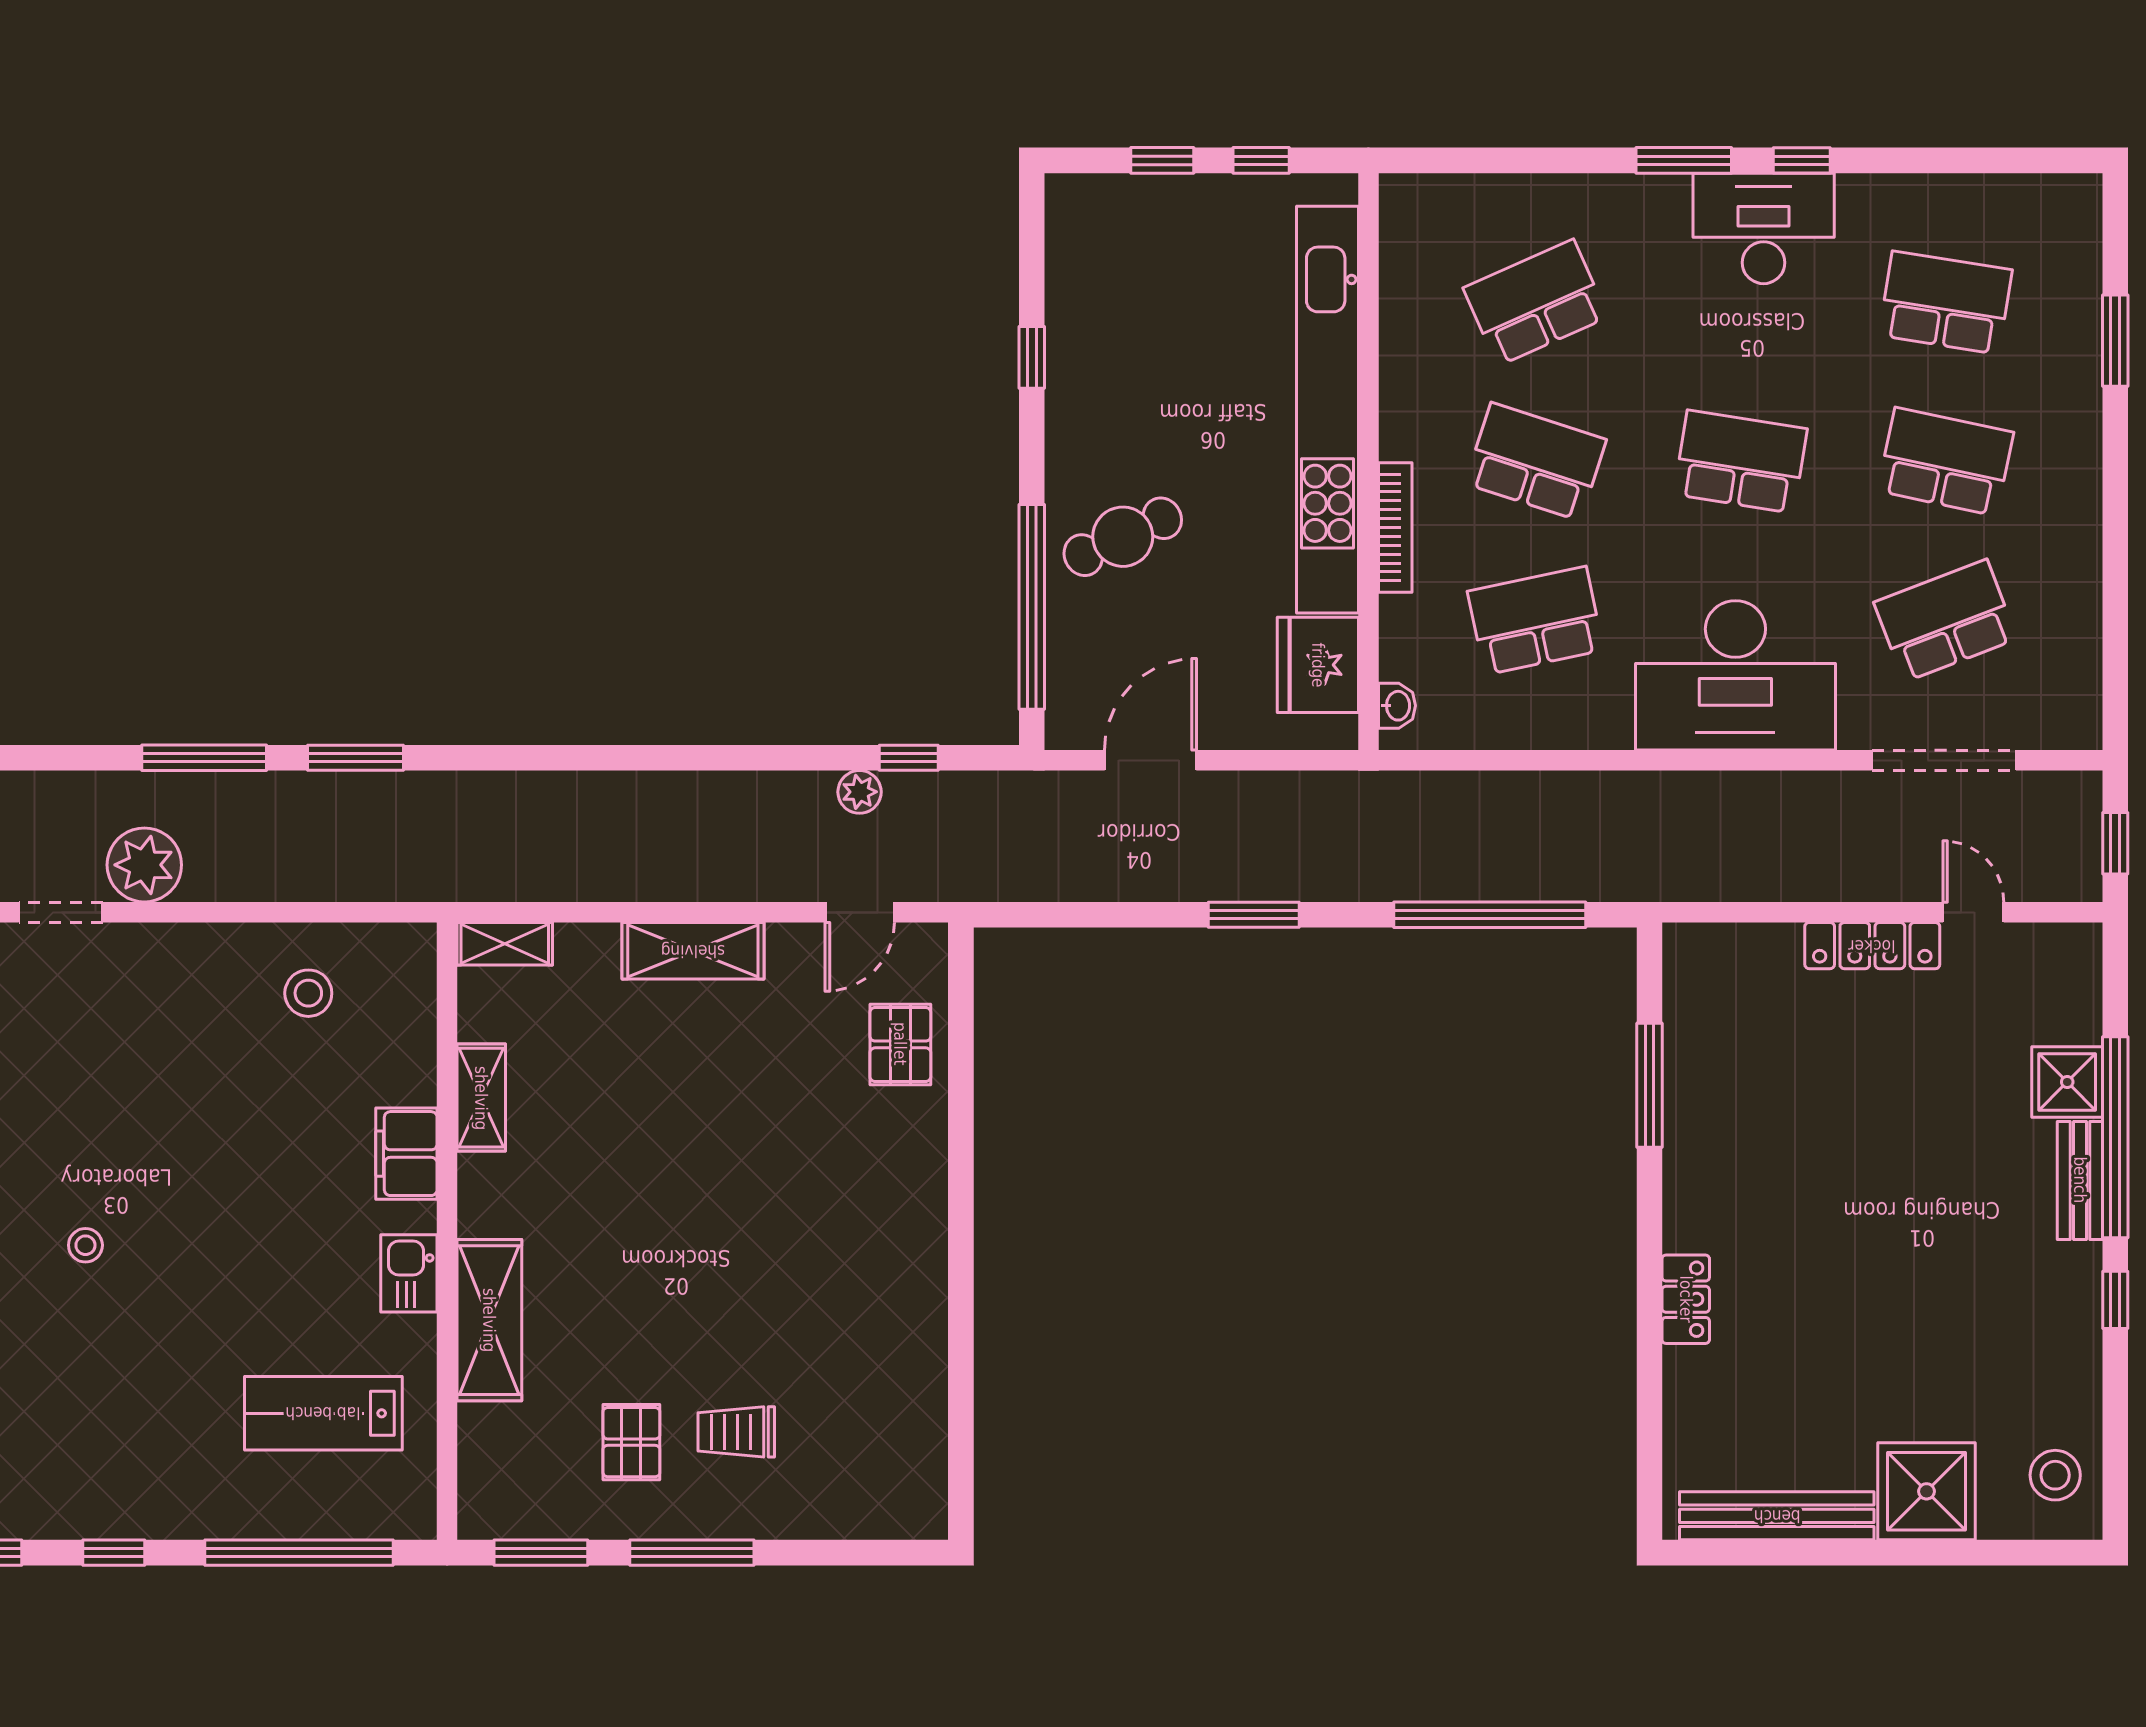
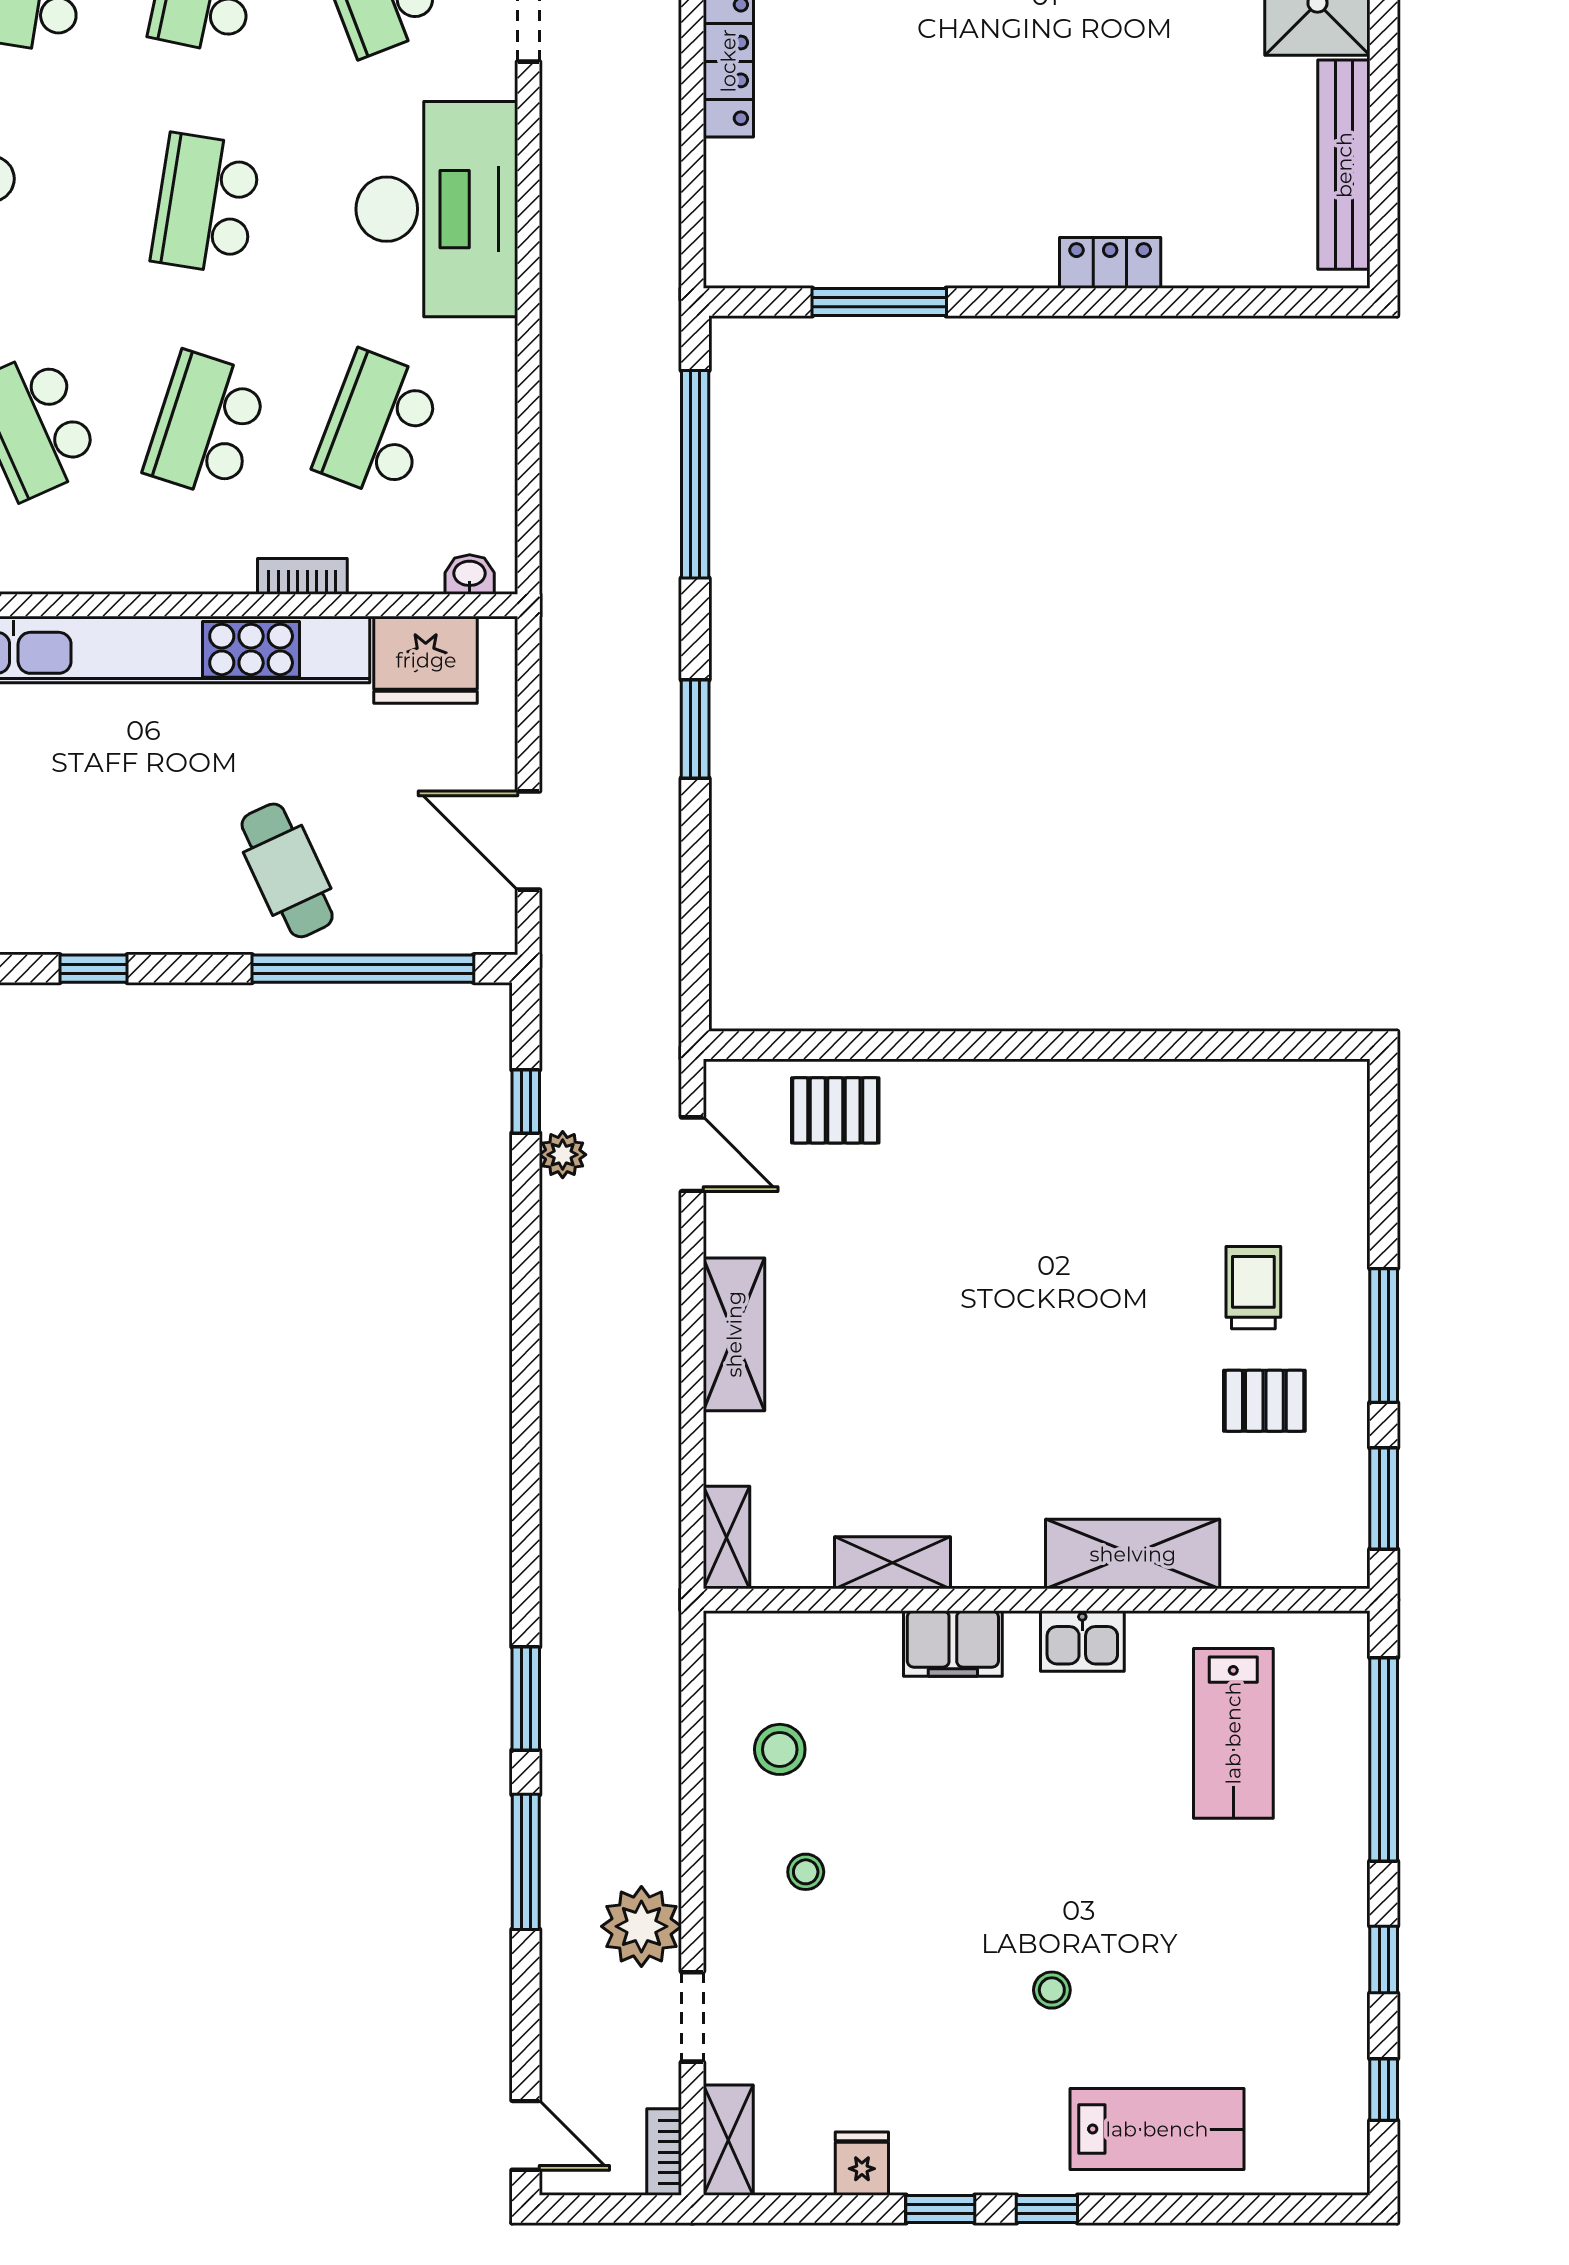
bookcase: (1395, 527) -> (302, 576), width x0.64
school desk: (1536, 621) -> (378, 425), turned 33
stool: (195, 1017) -> (806, 1872), added
trolley: (736, 1432) -> (1253, 1288), turned 180

